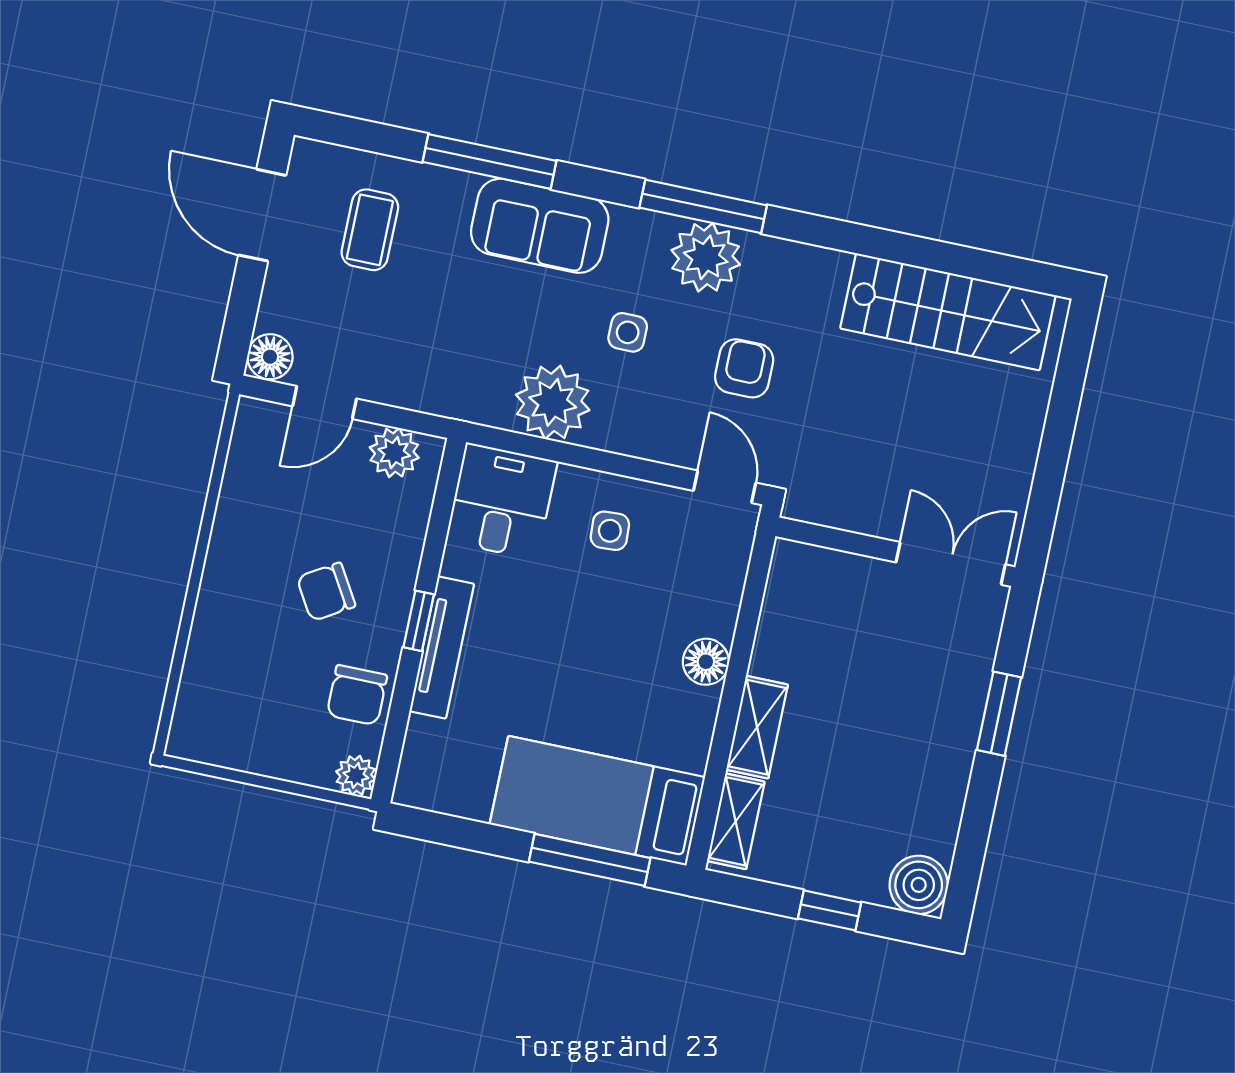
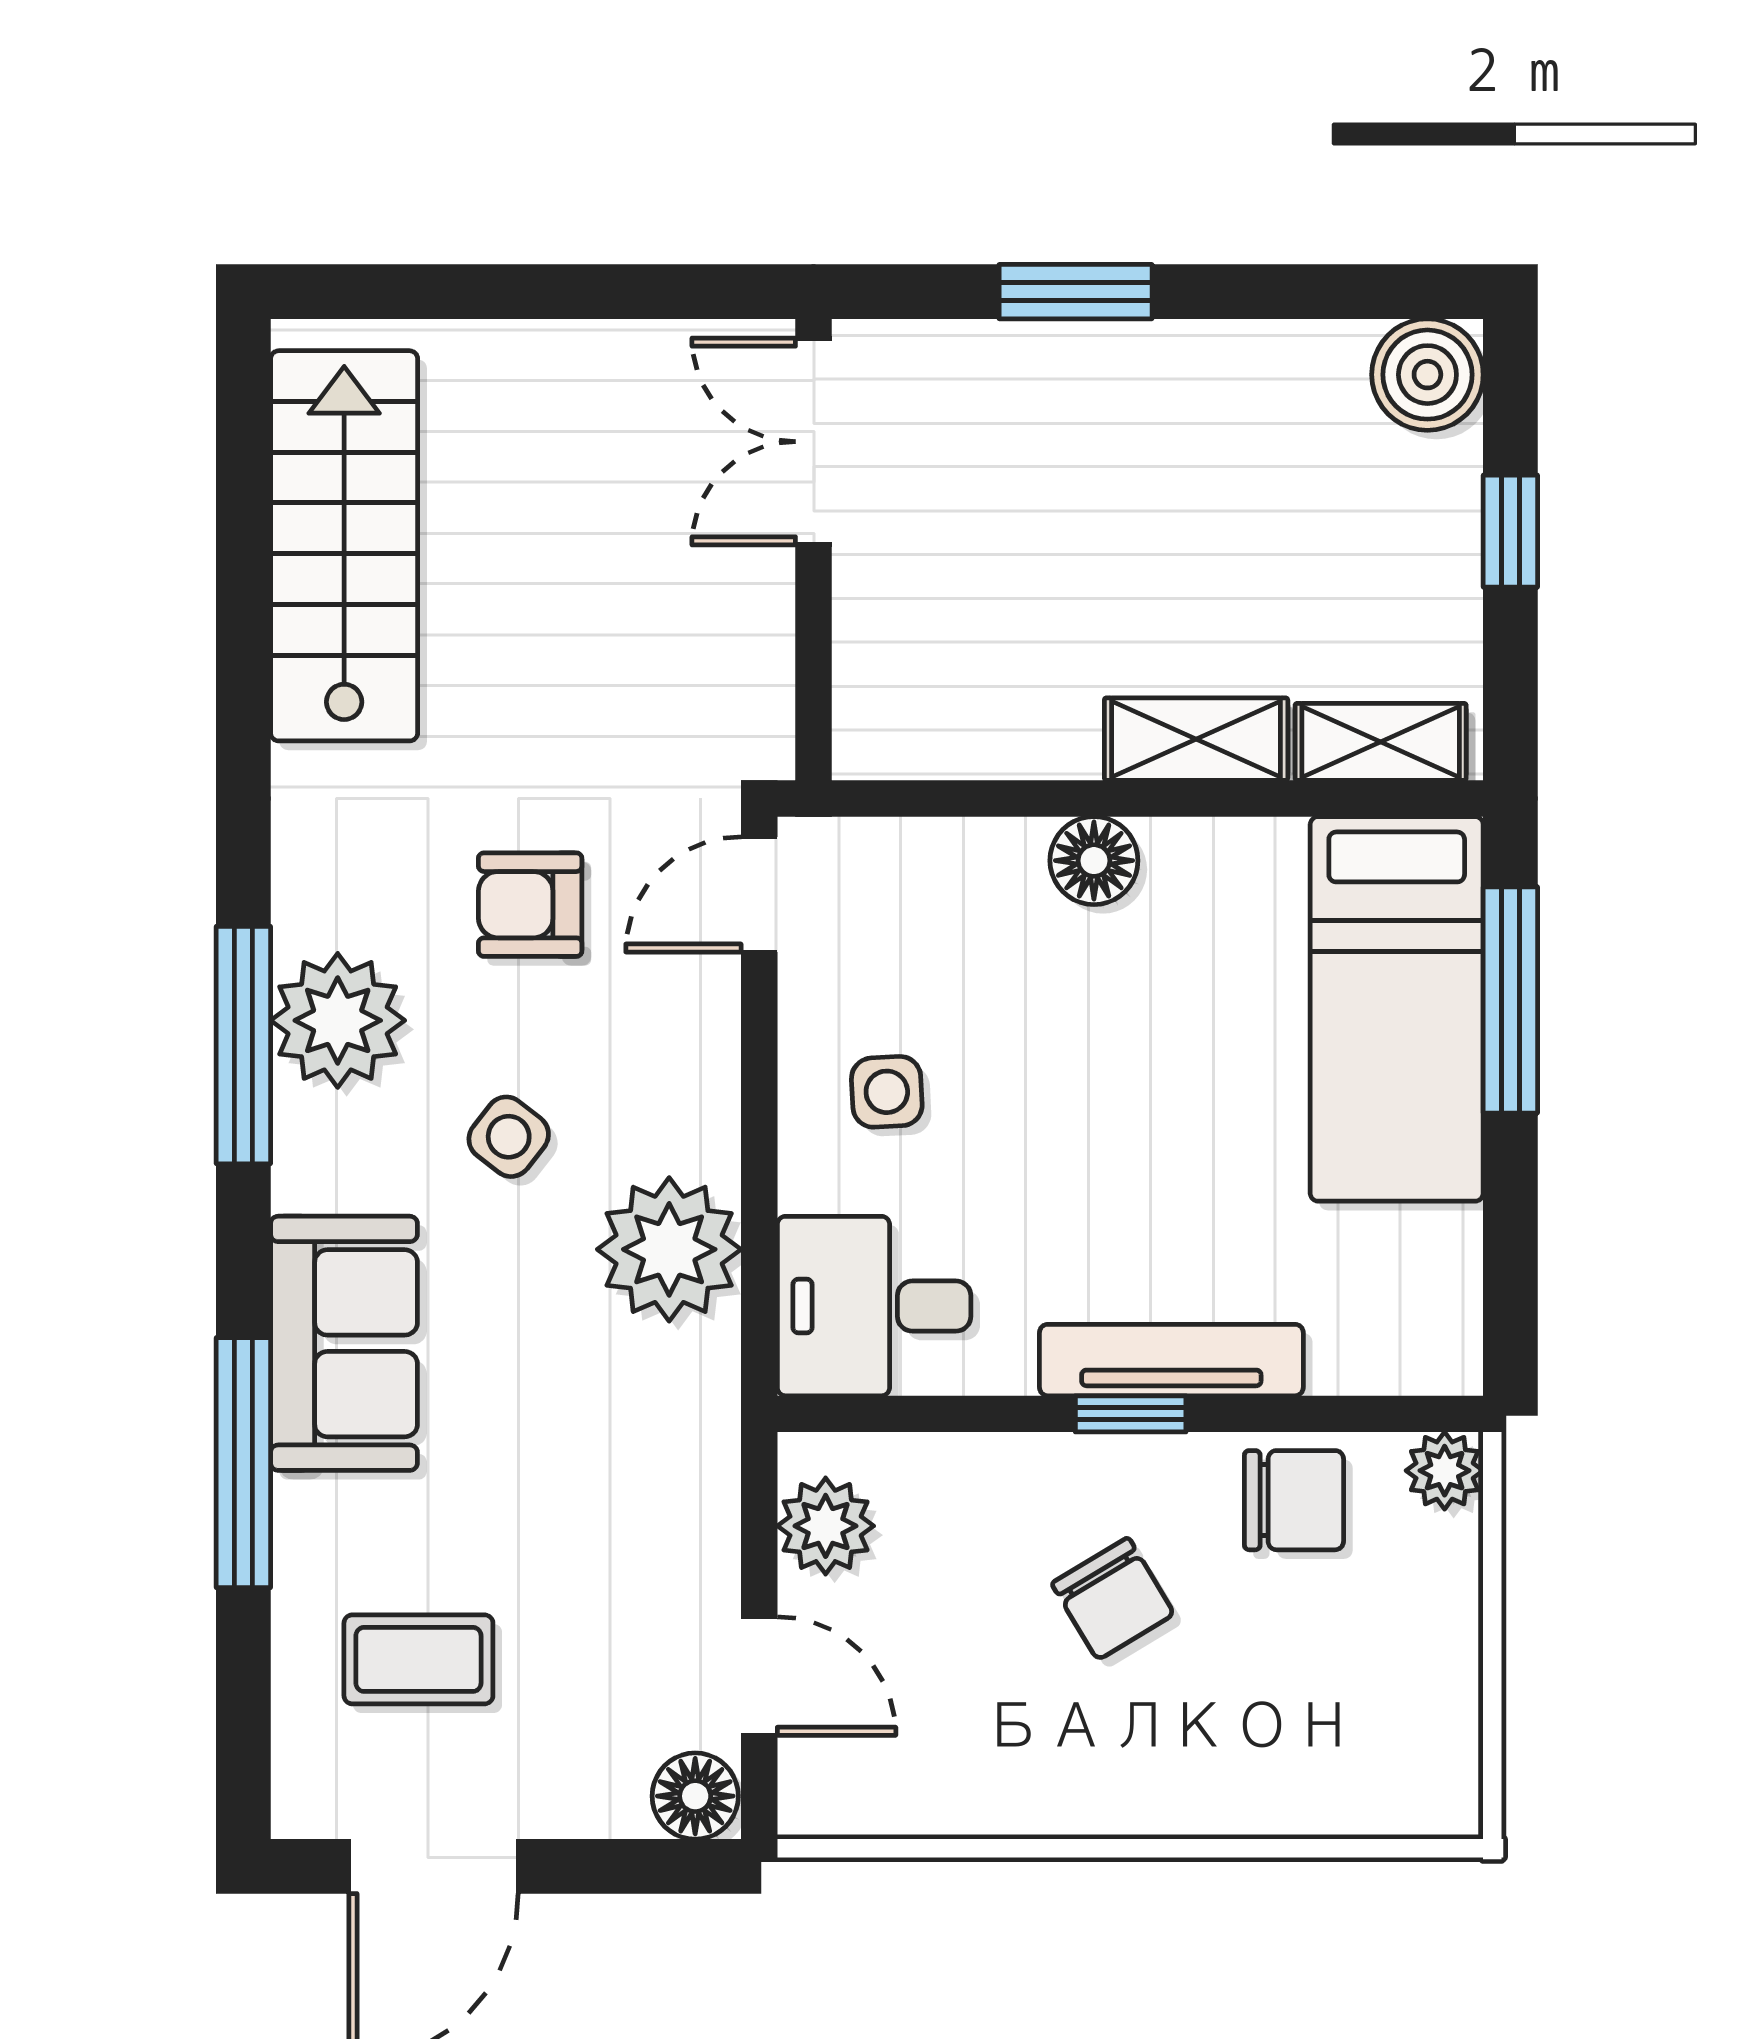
side table: (628, 332) -> (509, 1137), turned 38

